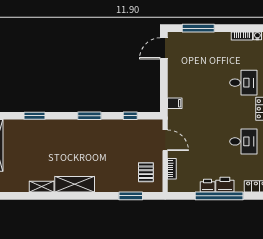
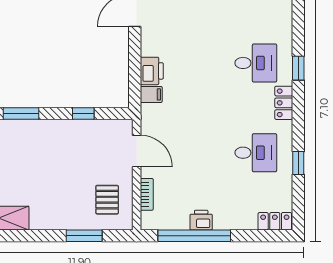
printer: (225, 185) -> (152, 71), moved, turned 90
window: (219, 196) -> (194, 236), moved

